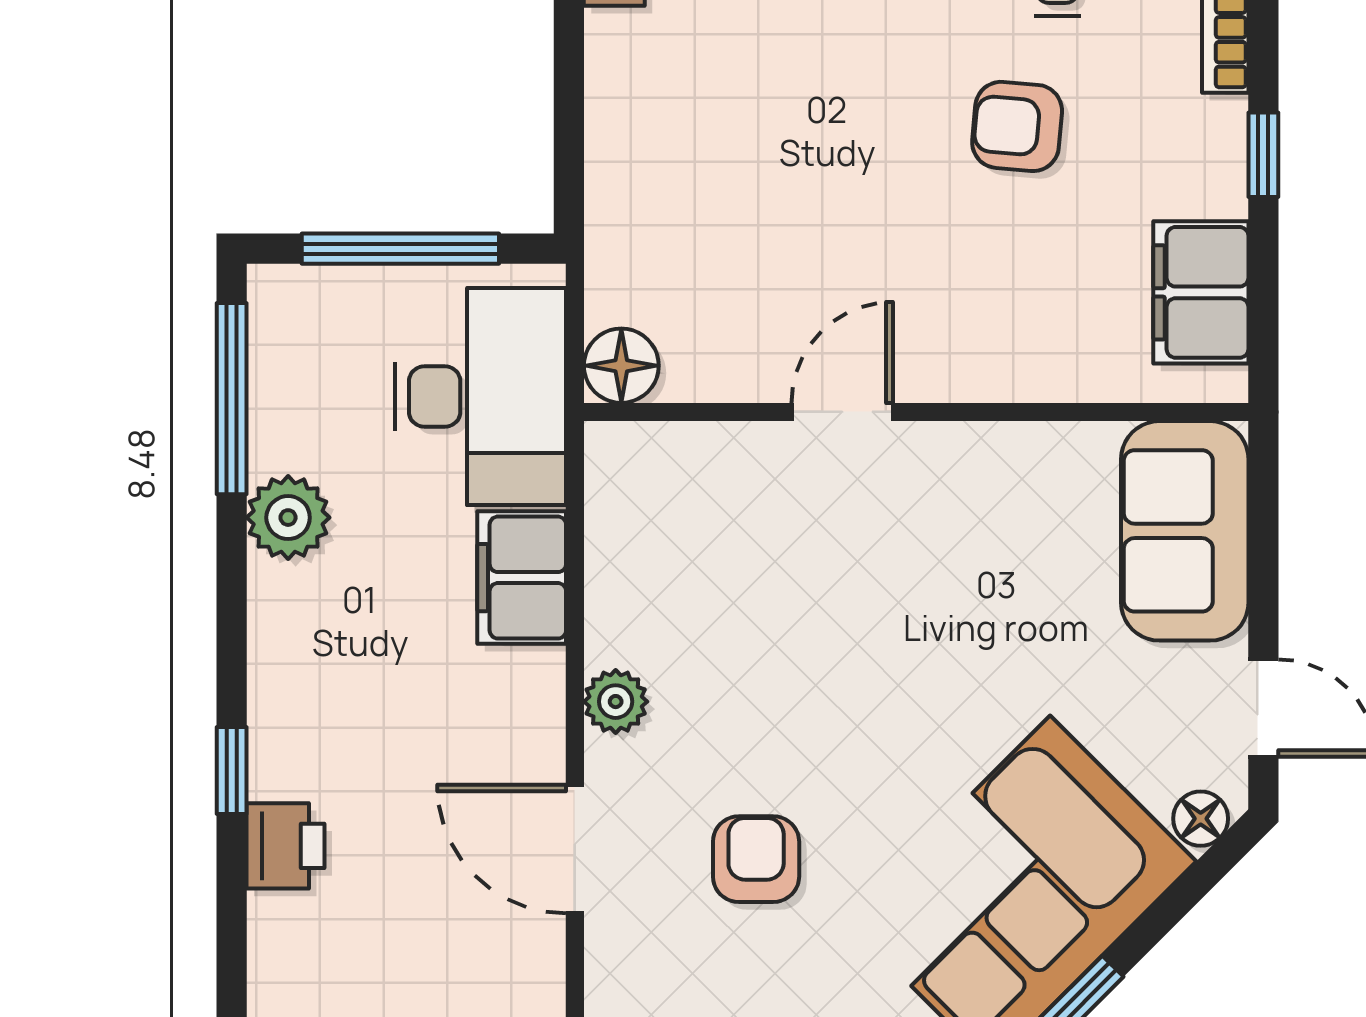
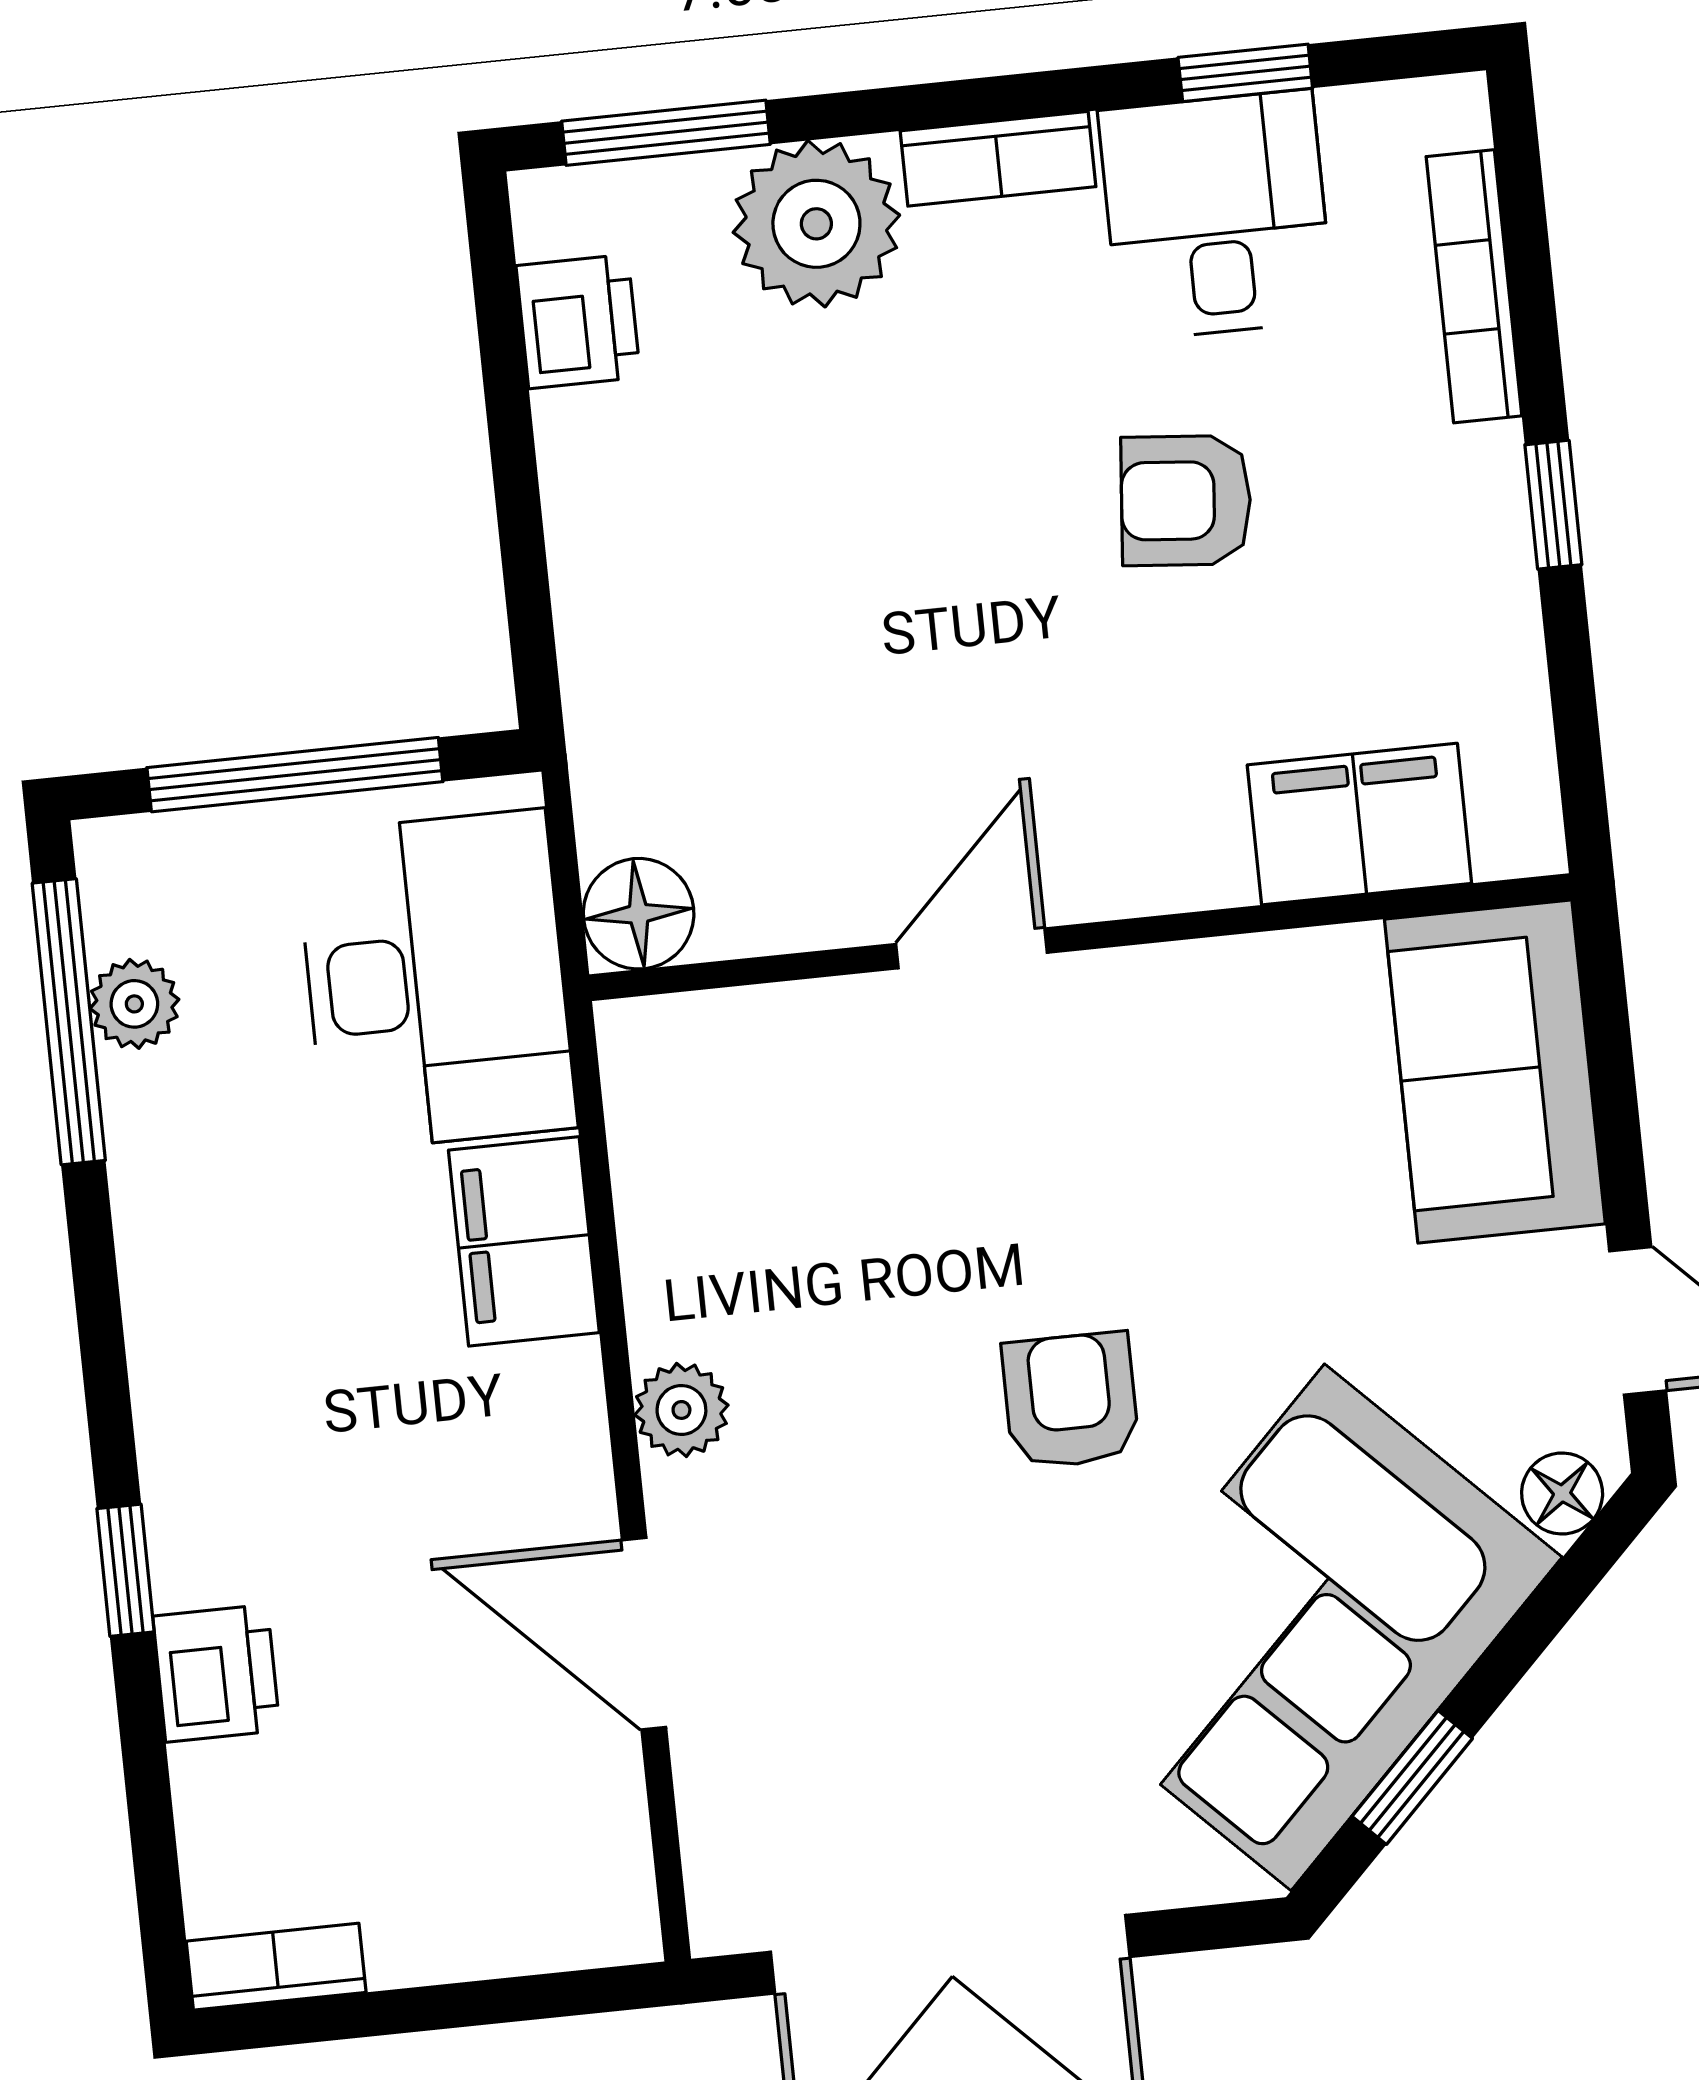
filing cabinet: (1201, 292) -> (1359, 824), moved, turned 90
plant: (288, 518) -> (134, 1004), moved, width x0.73, depth x0.73
armchair: (756, 859) -> (1071, 1400), moved

